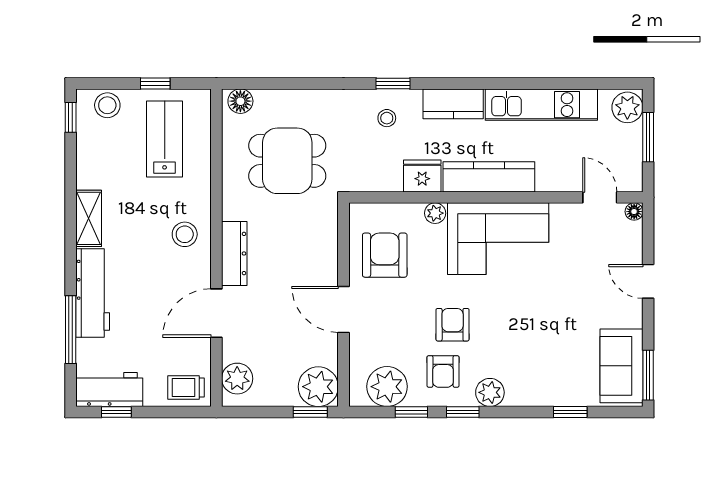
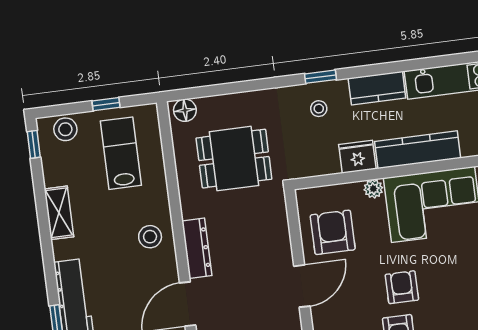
shelving: (89, 218) -> (59, 213), moved
door: (344, 309) -> (302, 286), swing flipped

